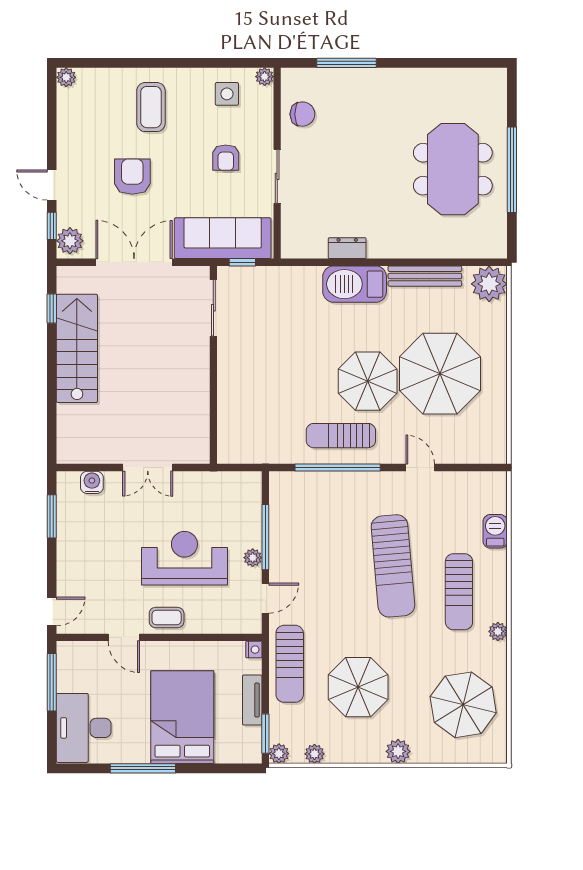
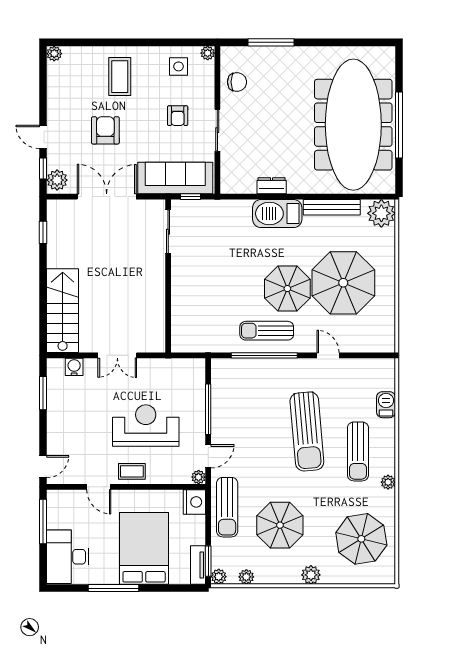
meeting table: (453, 169) -> (353, 125), width x1.86, depth x1.27
stairs: (77, 348) -> (63, 311), moved
plant: (253, 558) -> (199, 477), moved
nightstand: (254, 650) -> (194, 502), width x1.89, depth x1.79
tv unit: (252, 700) -> (198, 565), moved

